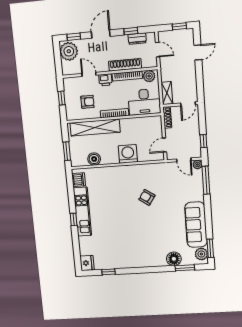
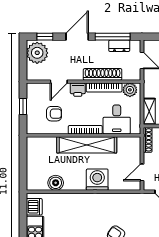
window: (131, 31) -> (113, 37), width x2.17
door: (89, 74) -> (59, 82), swing flipped
desk: (144, 102) -> (117, 119), width x0.73
shelving: (95, 127) -> (87, 145), moved
window: (67, 151) -> (23, 171), removed

